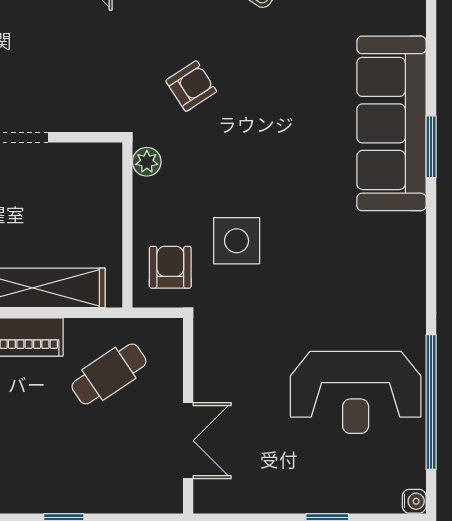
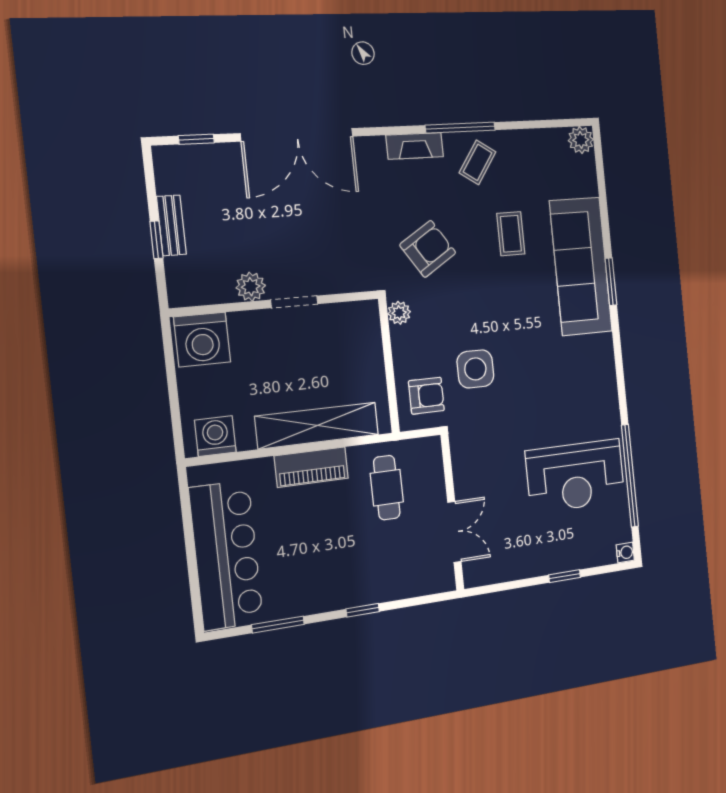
coffee table: (301, 75) -> (511, 234), added
armchair: (191, 86) -> (428, 249), width x1.38, depth x1.38
armchair: (170, 267) -> (426, 396), turned 90
cafe table: (109, 374) -> (387, 488), turned -56

